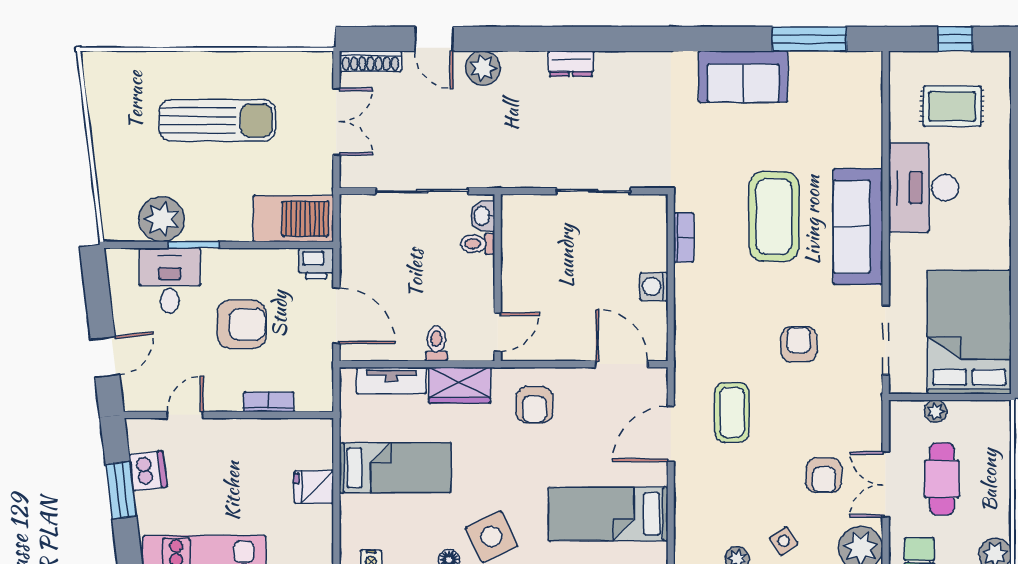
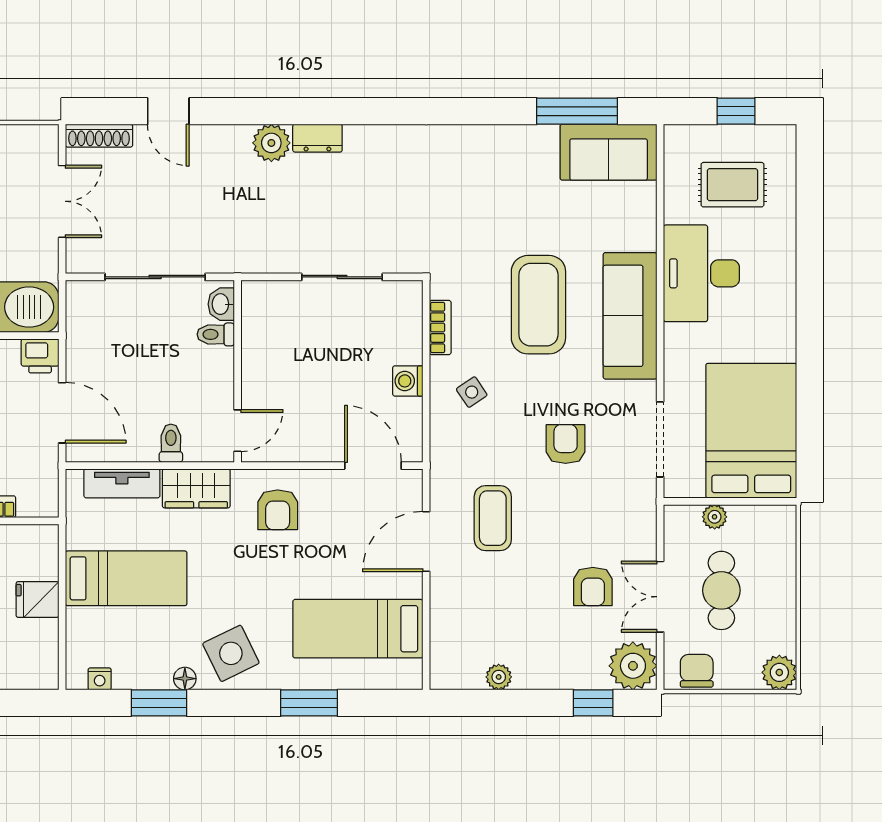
plant: (483, 68) -> (271, 143), moved
sofa: (743, 76) -> (609, 152), moved
side table: (784, 541) -> (472, 392), moved

